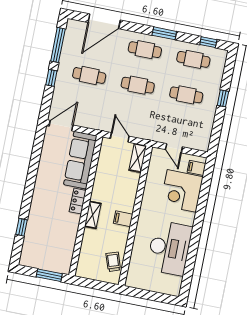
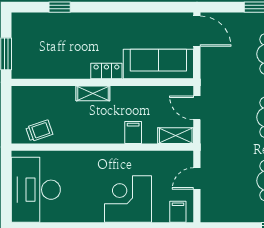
door: (120, 137) -> (197, 108), swing flipped
corner desk: (182, 191) -> (128, 199), moved
filing cabinet: (123, 219) -> (133, 132), moved
desk: (169, 248) -> (36, 190), moved, turned 90

